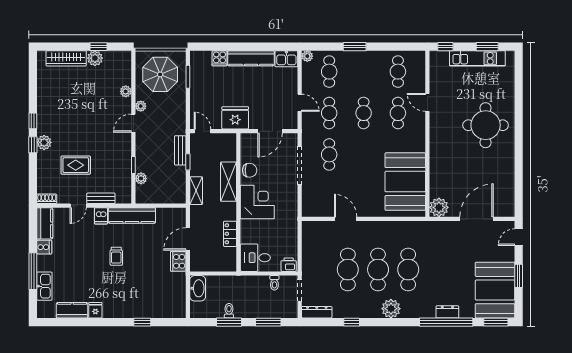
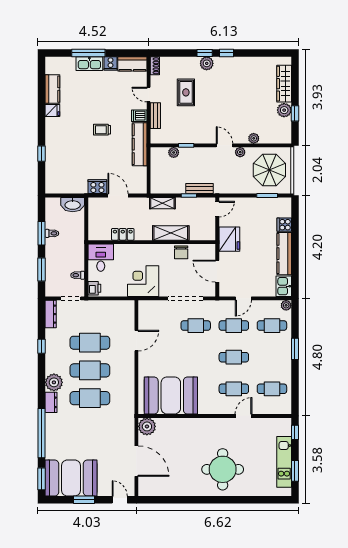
corner desk: (257, 202) -> (143, 281), moved, turned 180
kitchen sink: (44, 286) -> (89, 64), moved
dresser: (447, 312) -> (51, 402), moved

